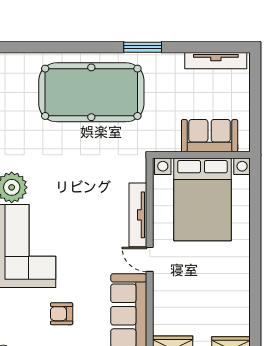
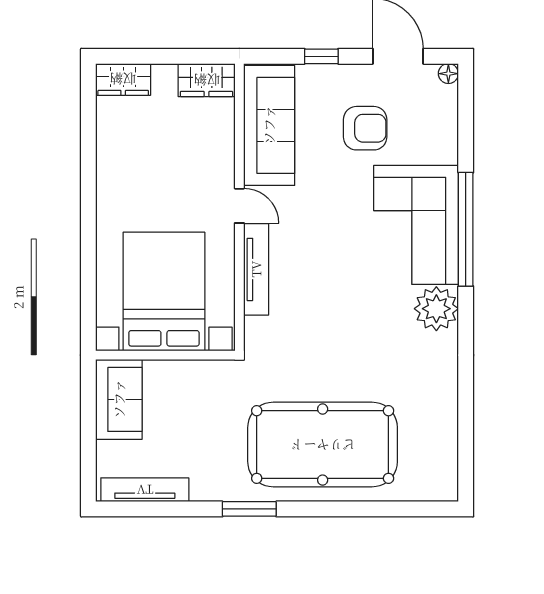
sofa: (210, 136) -> (119, 399), moved, turned -90
armchair: (62, 314) -> (365, 128), width x1.38, depth x1.38

